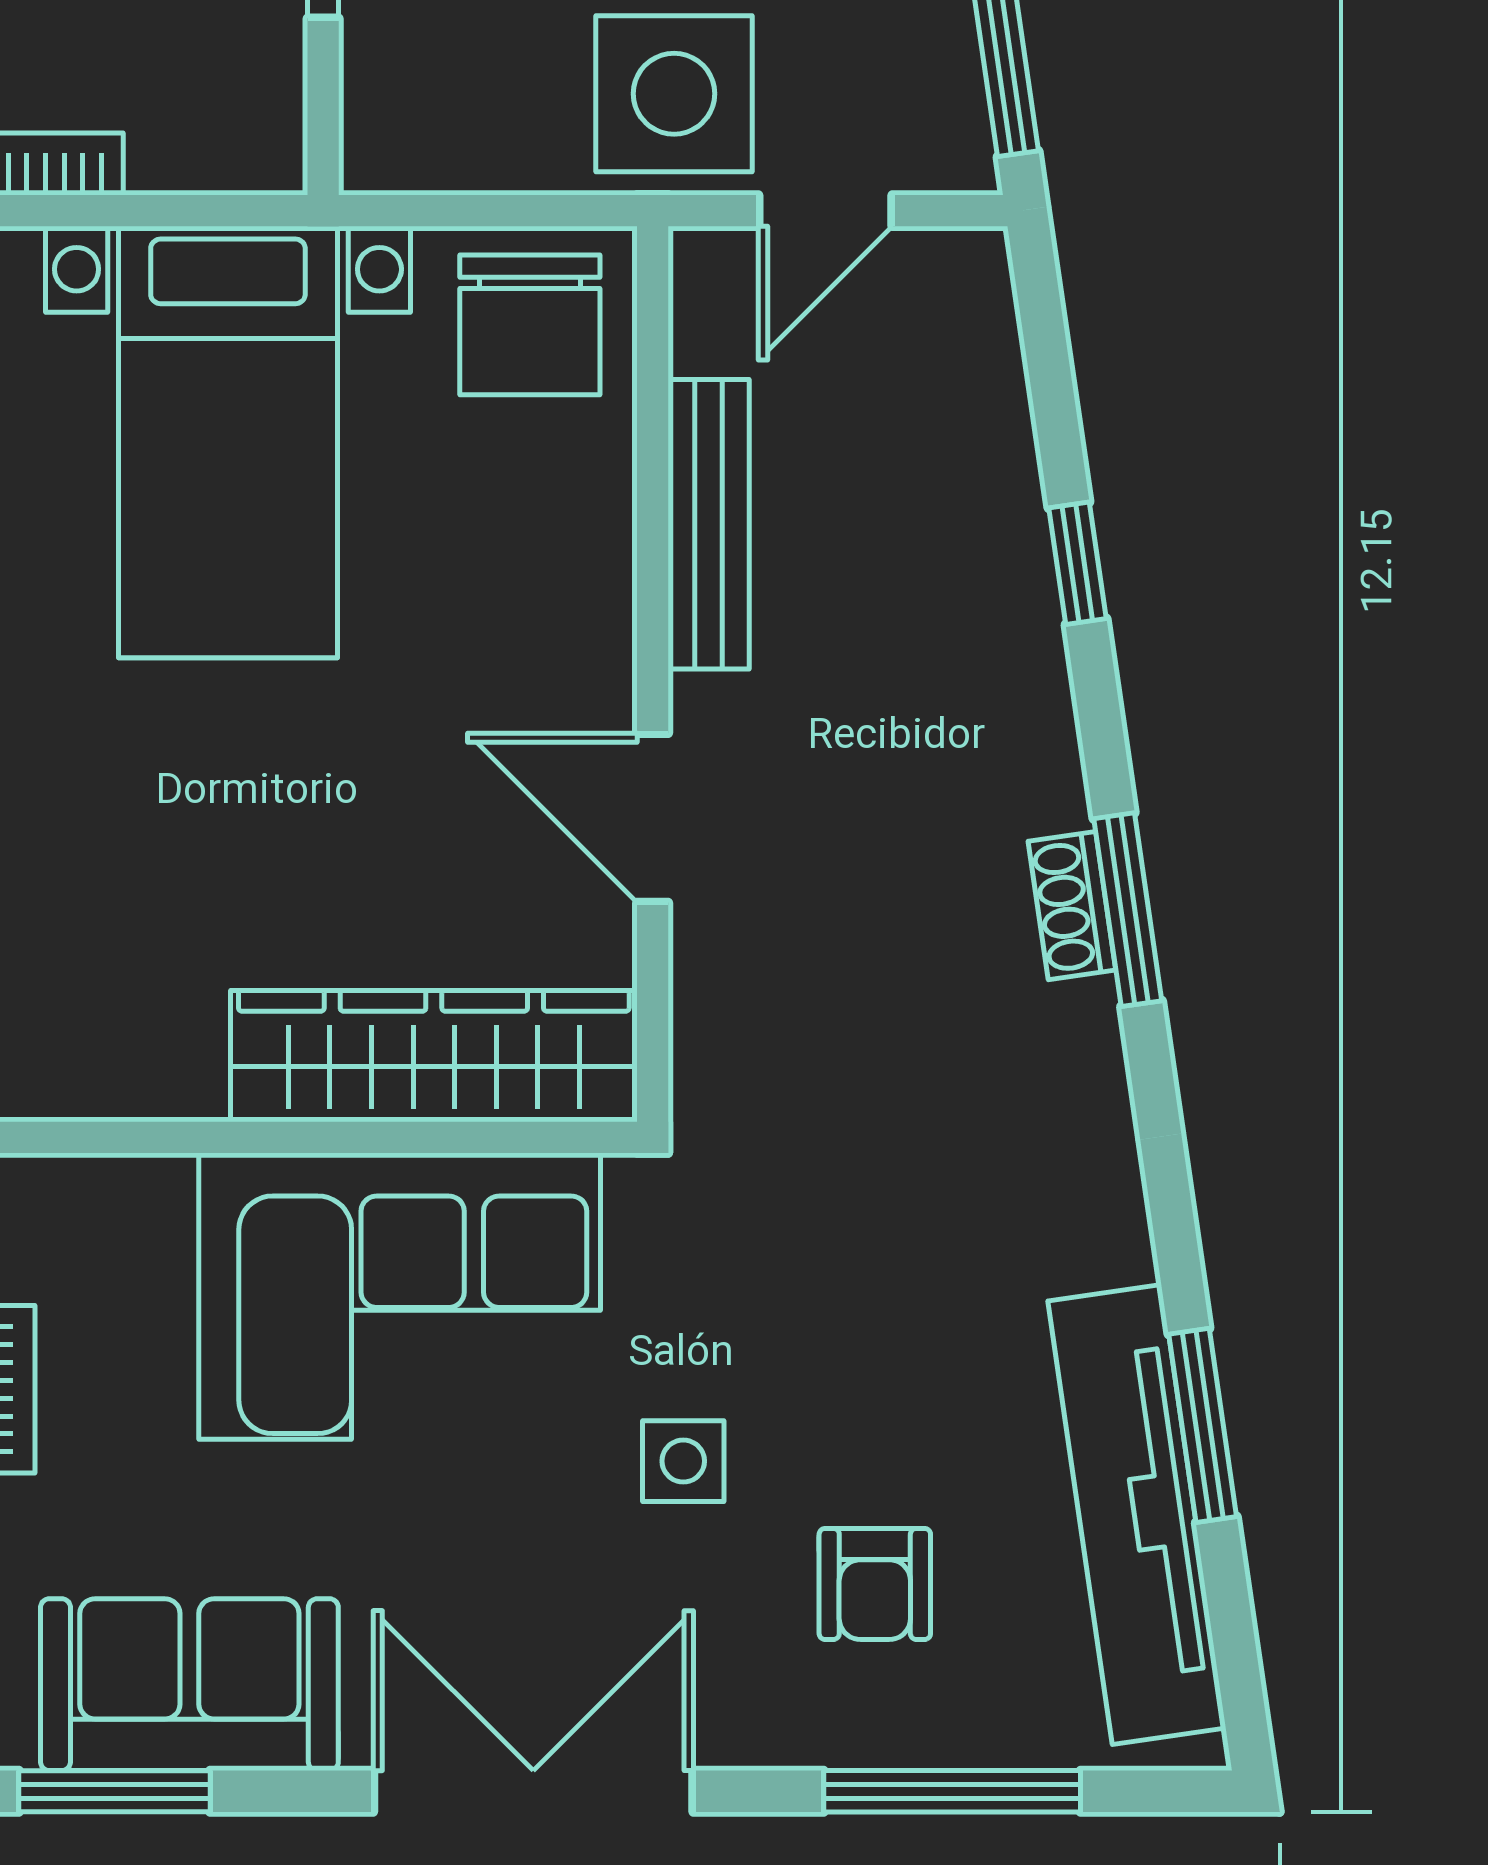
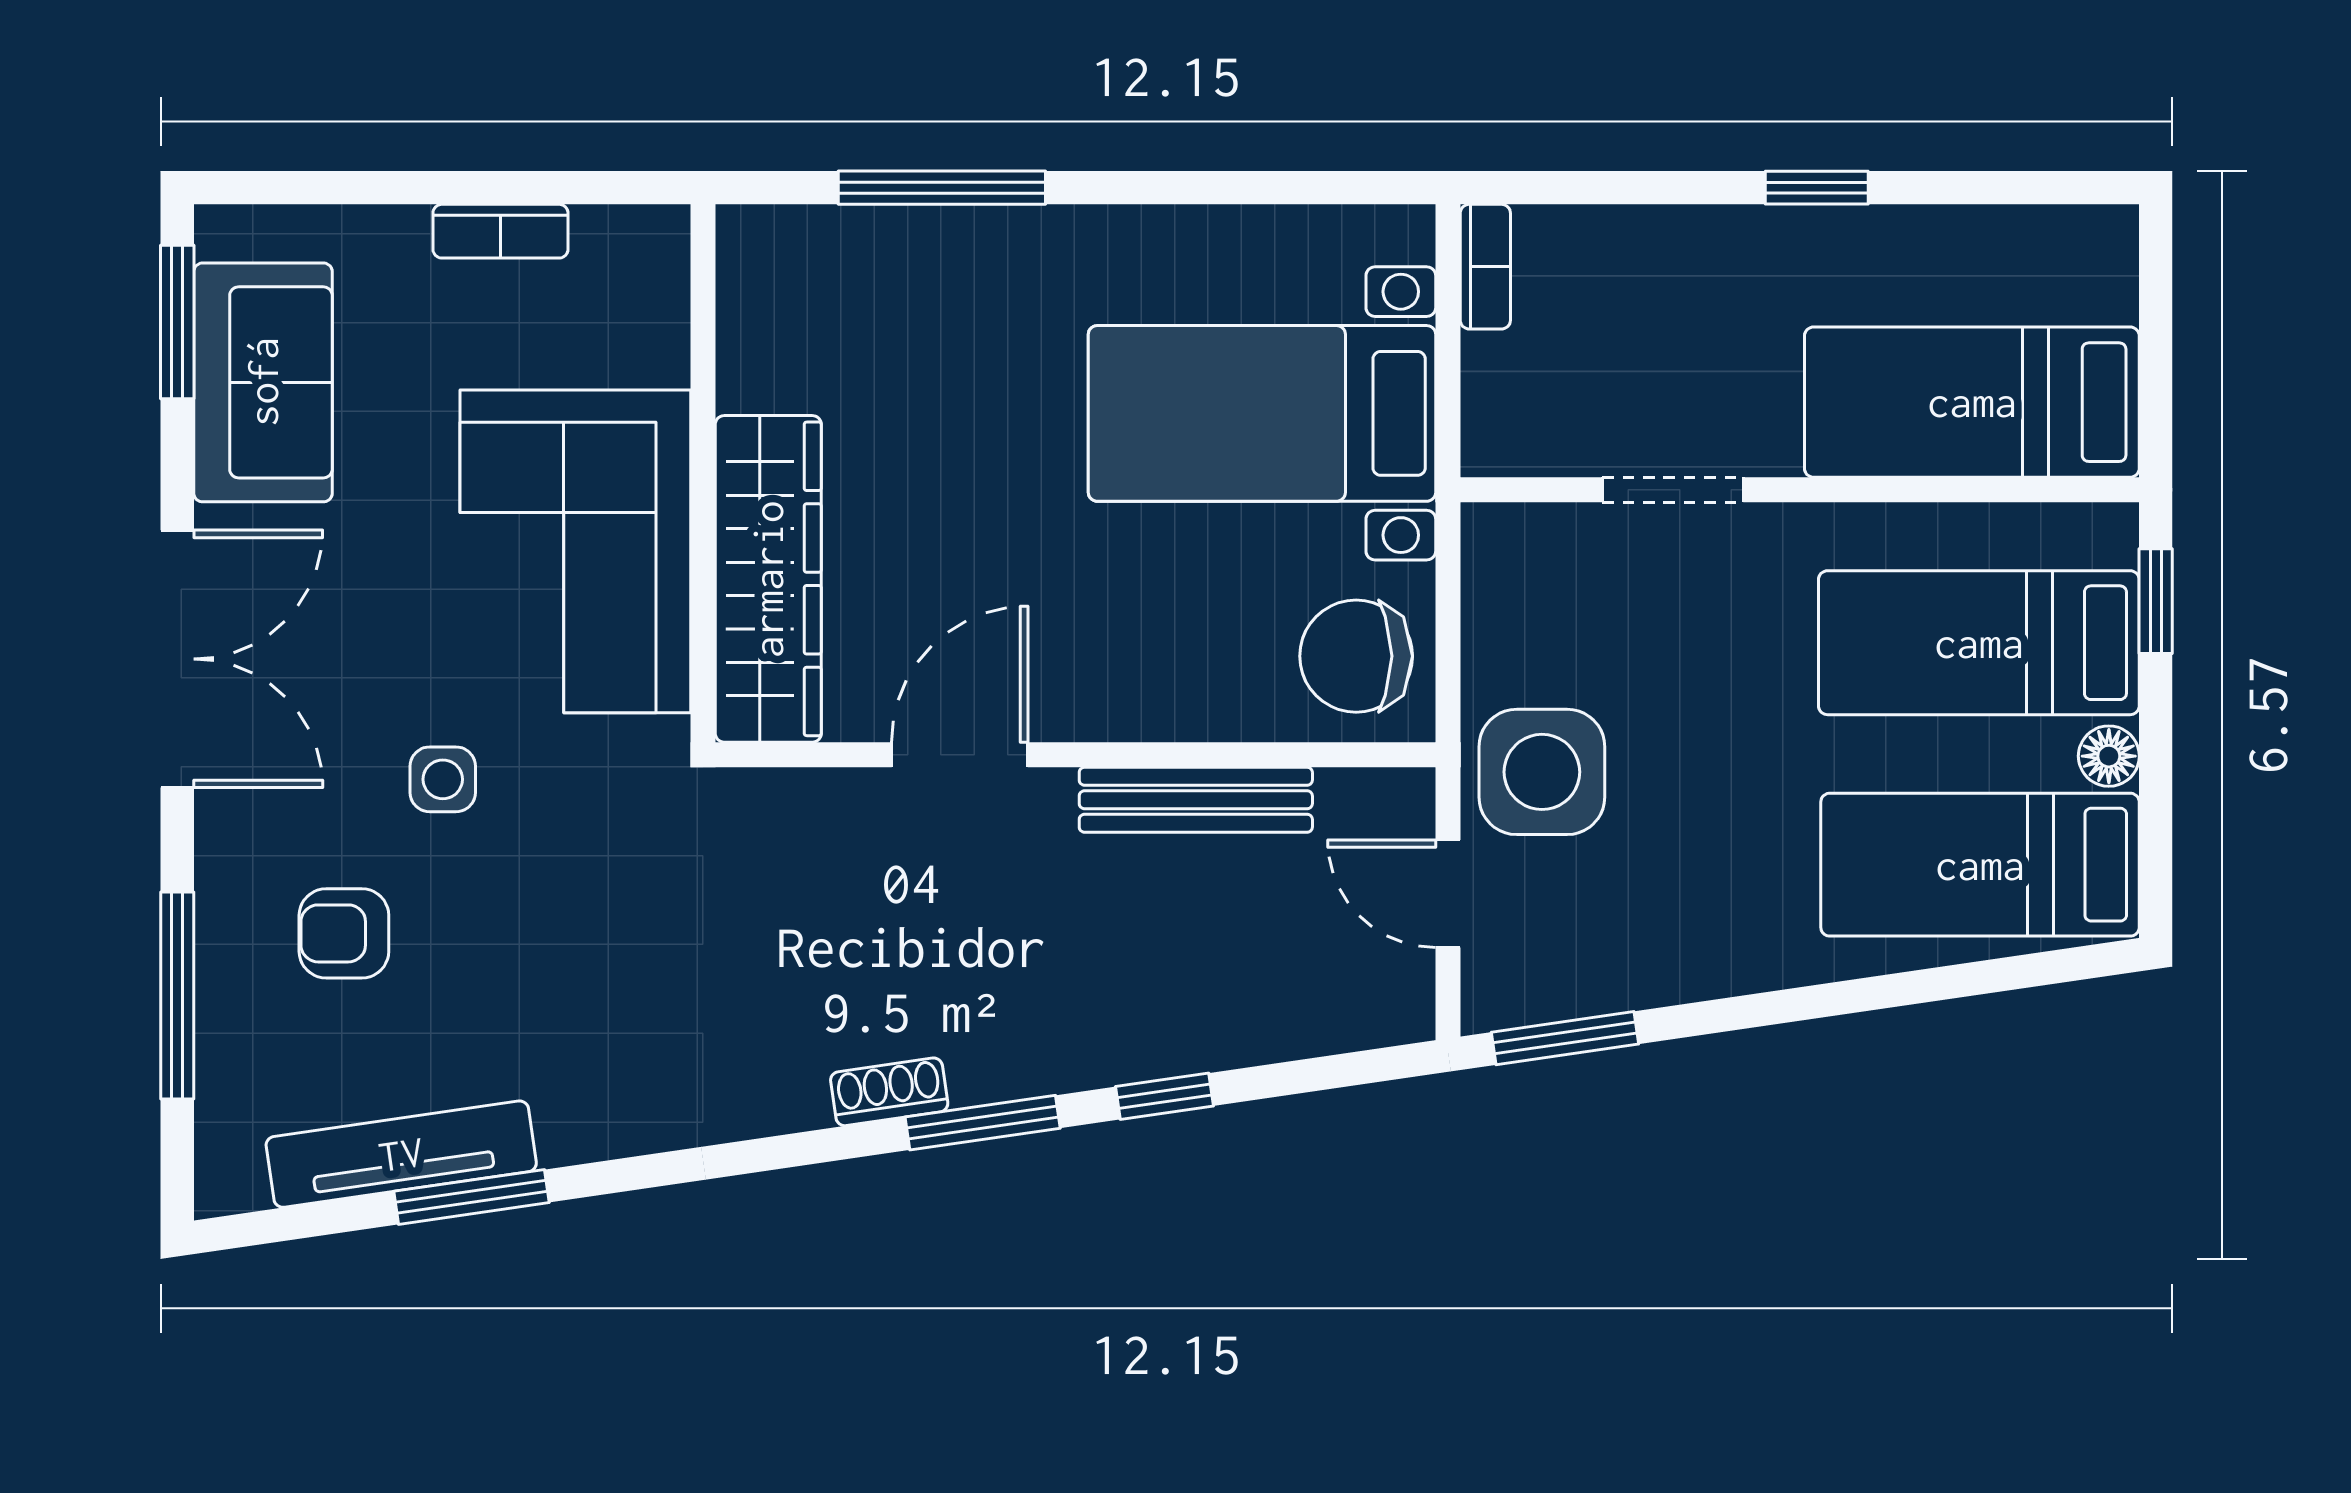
window: (1128, 910) -> (983, 1123), moved
tv unit: (1137, 1515) -> (401, 1154), width x0.73, depth x0.78

